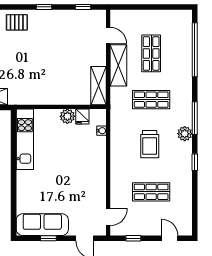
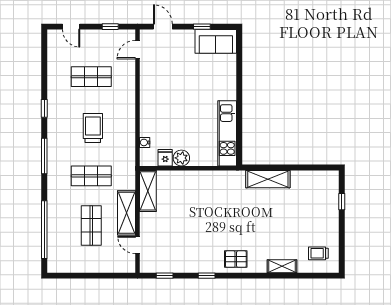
plant: (185, 134) -> (55, 139), removed
sofa: (42, 225) -> (216, 41), width x0.73

